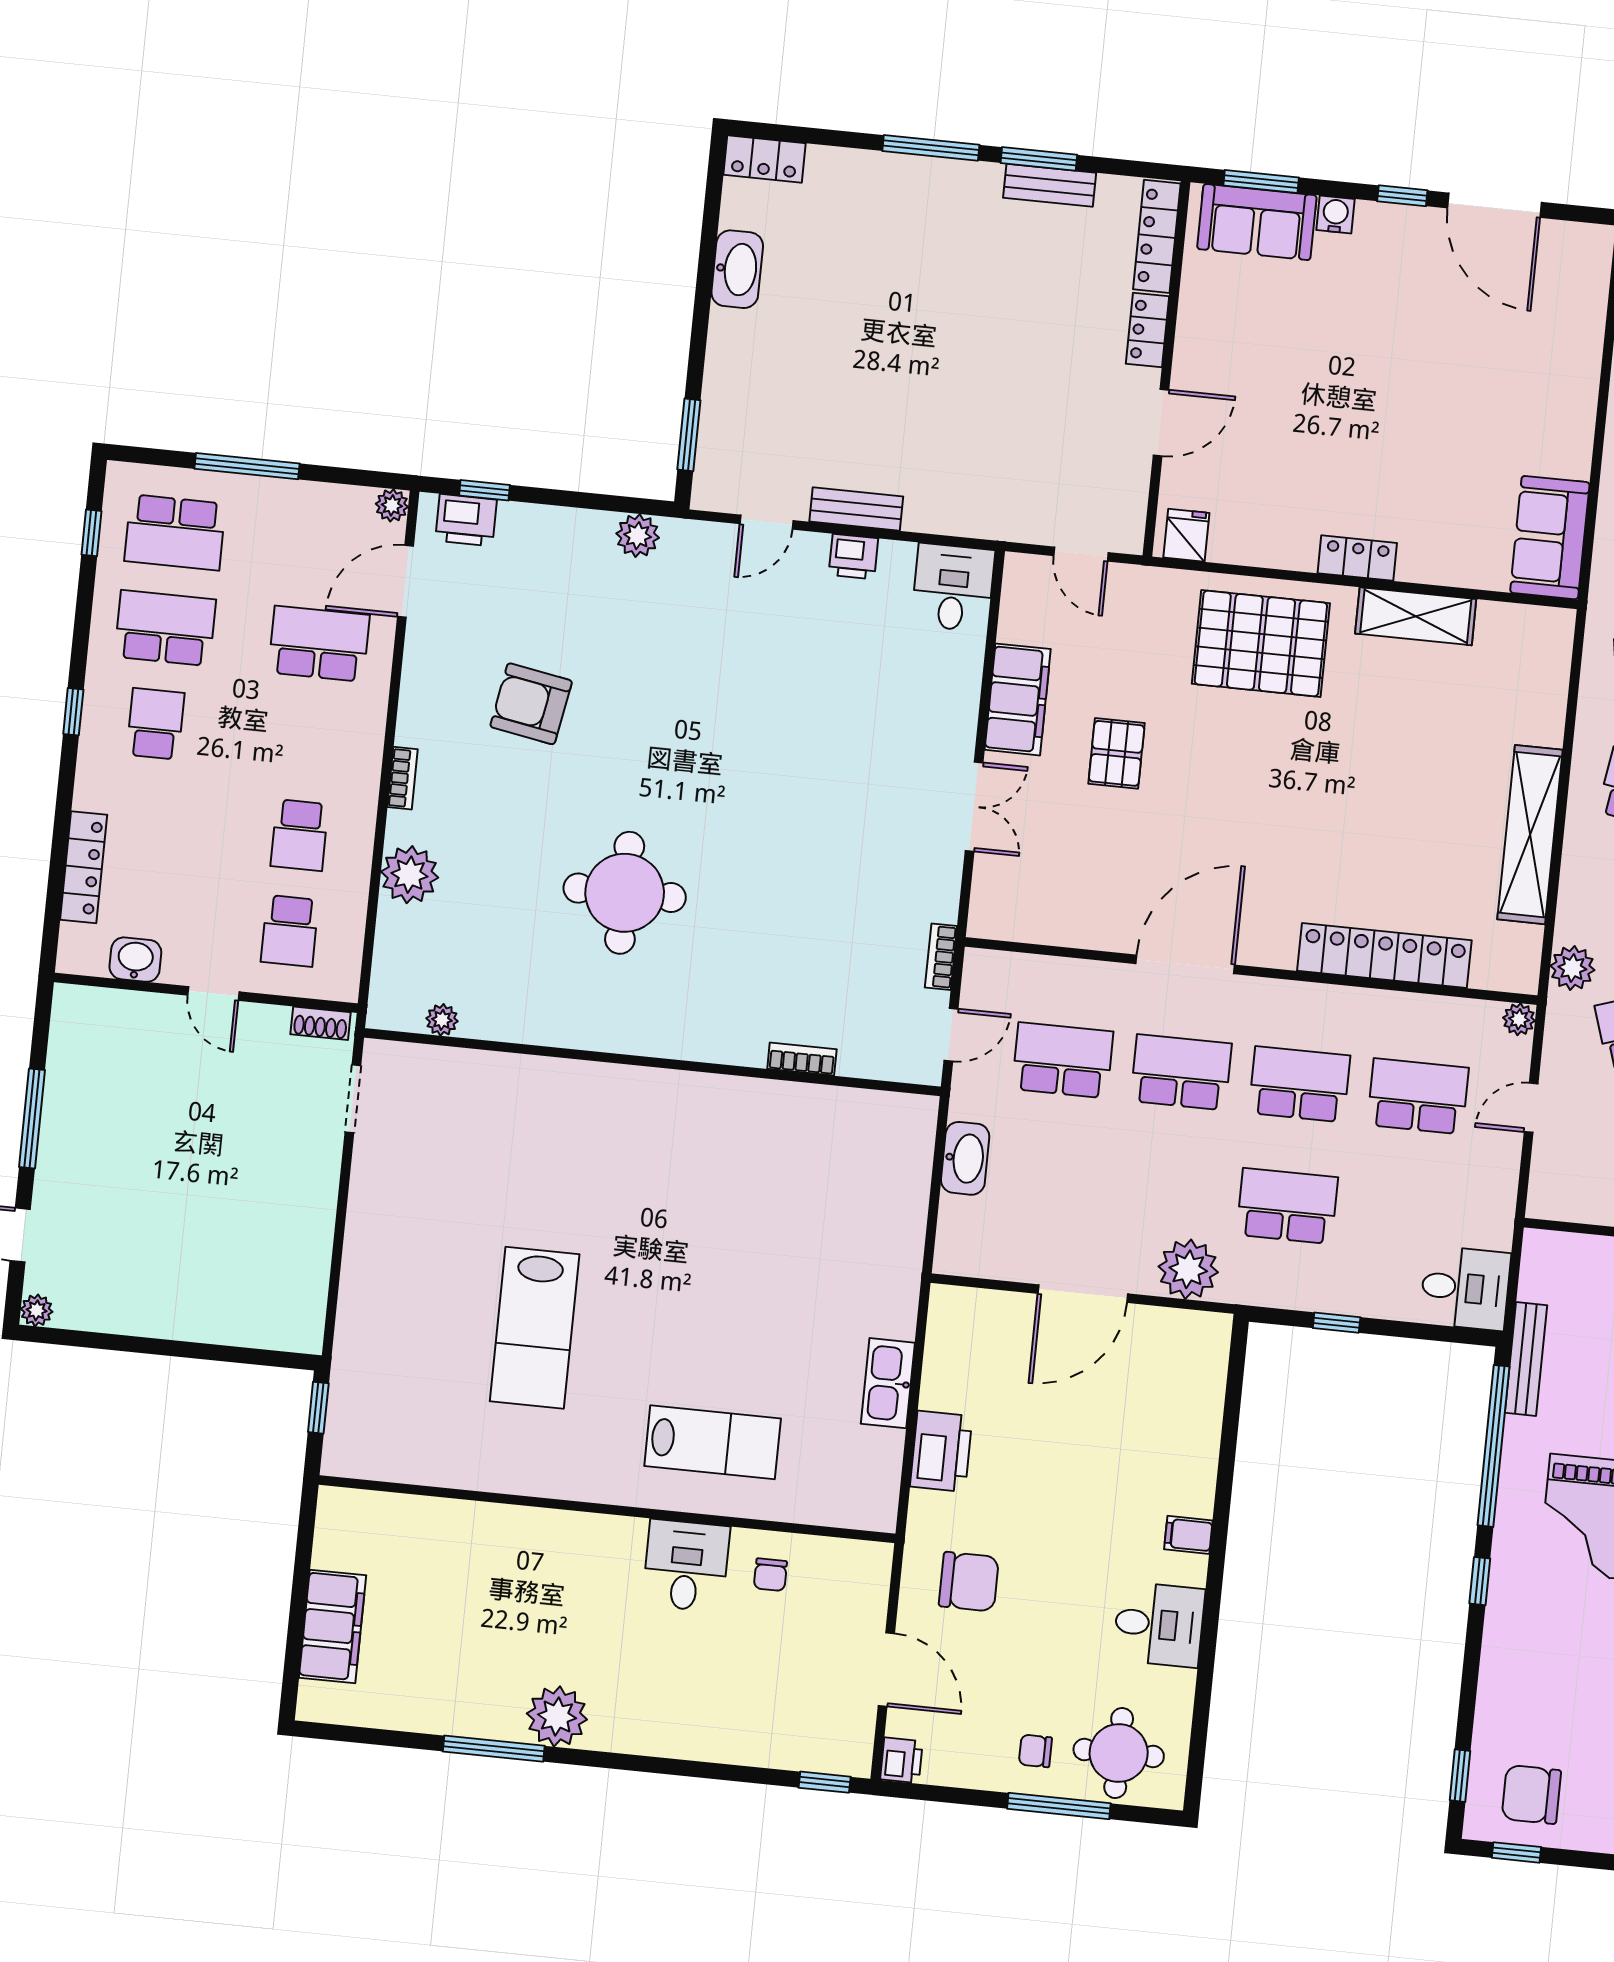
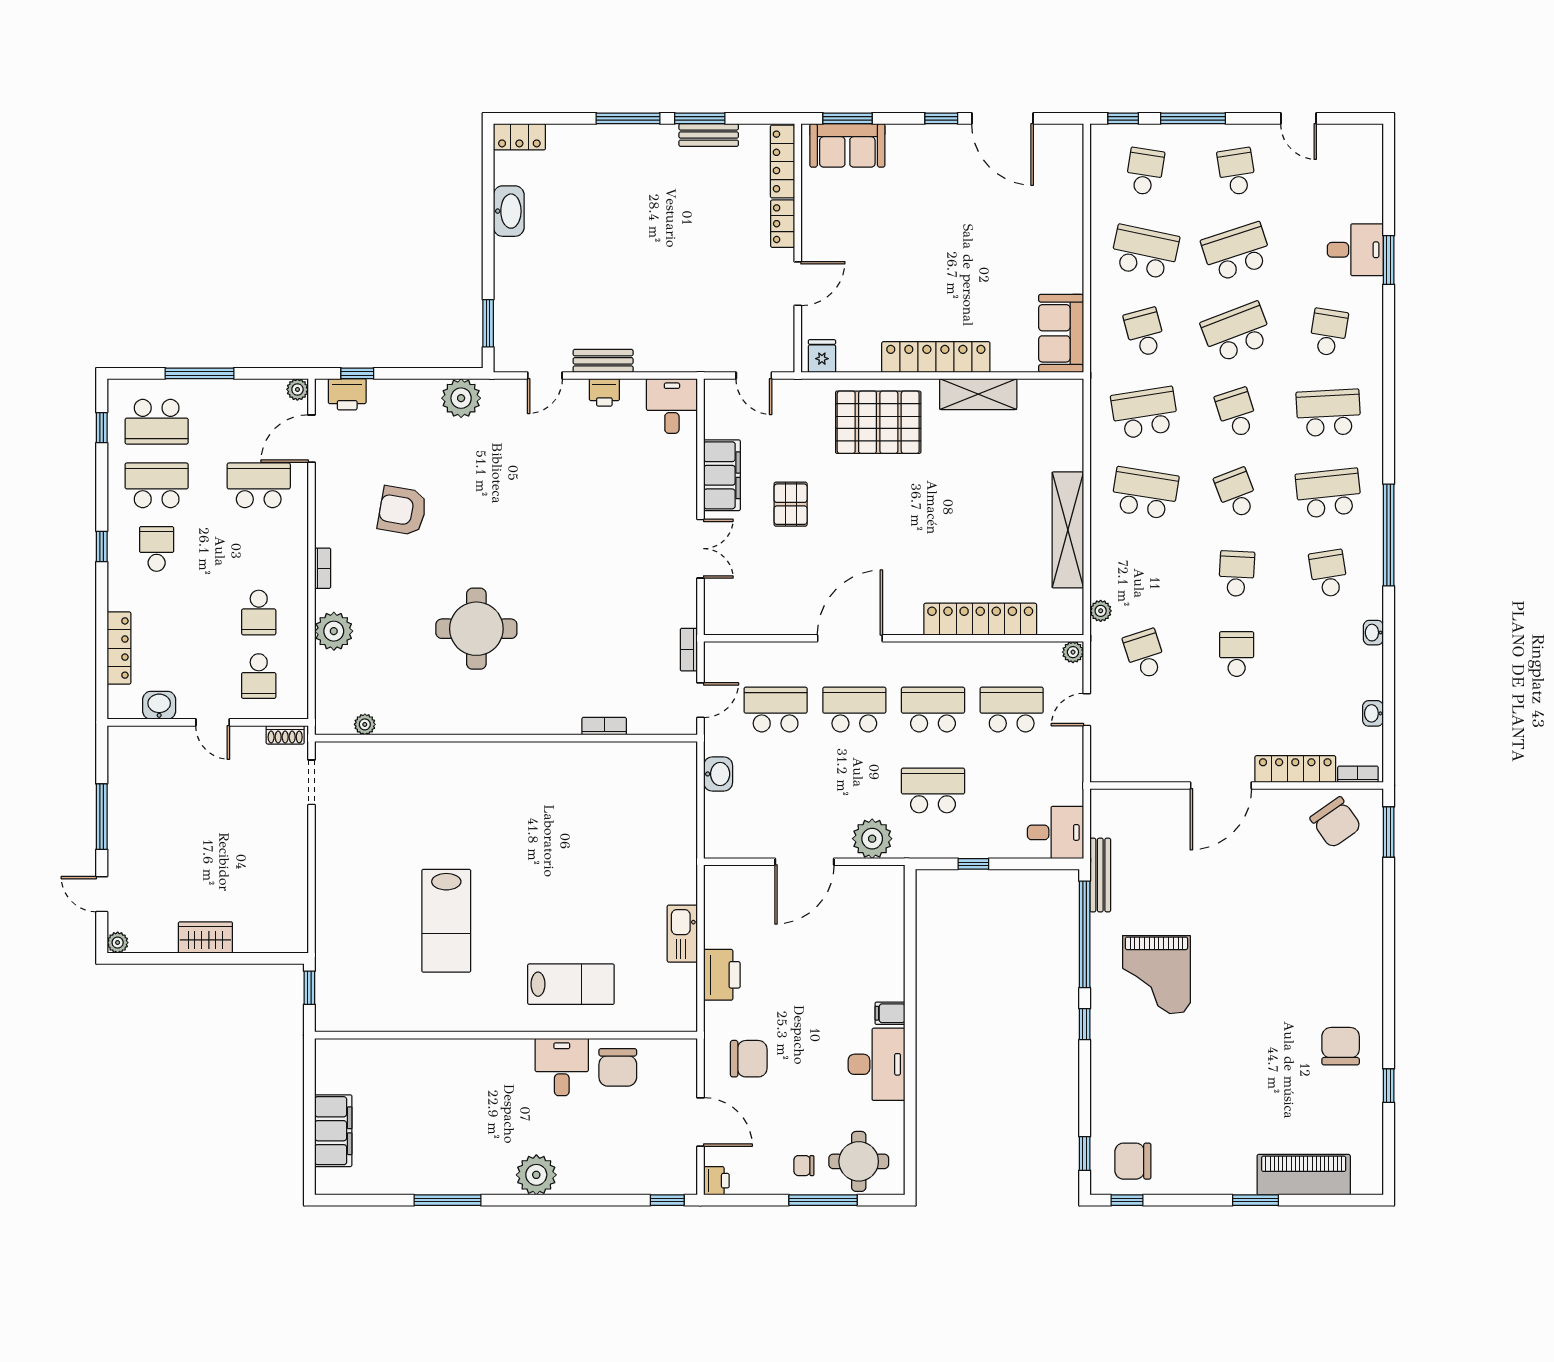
water cooler: (1335, 215) -> (899, 135), removed
plant: (638, 536) -> (461, 398), width x1.36, depth x1.36
locker: (1357, 558) -> (936, 357), width x2.16, depth x1.21
plant: (1572, 968) -> (1101, 611), width x0.73, depth x0.73
washbasin: (965, 1158) -> (718, 774), width x0.72
wardrobe: (170, 1316) -> (205, 937), added
chair: (770, 1575) -> (618, 1067), width x1.87, depth x1.87
desk: (1159, 1624) -> (877, 1064), width x1.37
plant: (557, 1716) -> (536, 1175), moved

